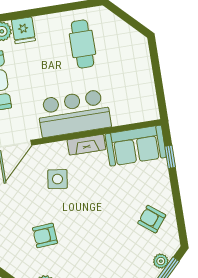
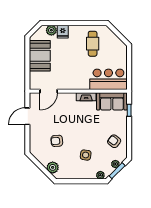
bar counter: (74, 113) -> (108, 79), moved
side table: (58, 179) -> (86, 155), moved

